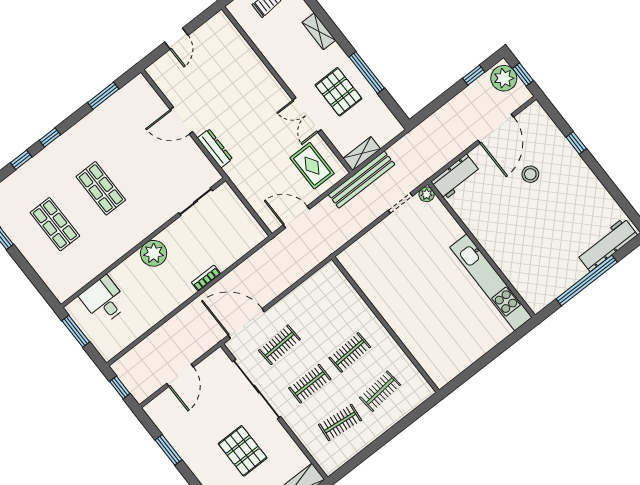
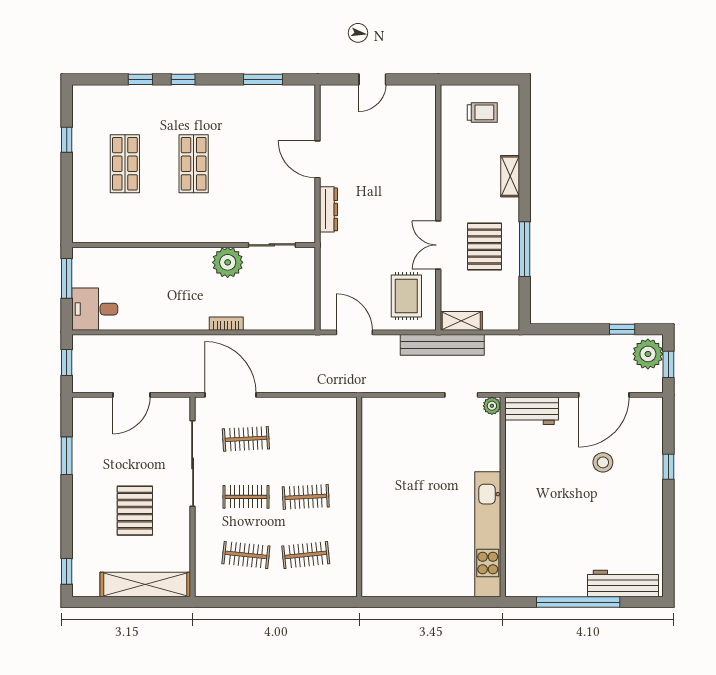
plant: (154, 253) -> (228, 262), moved
desk: (104, 300) -> (95, 309), moved, turned -90

